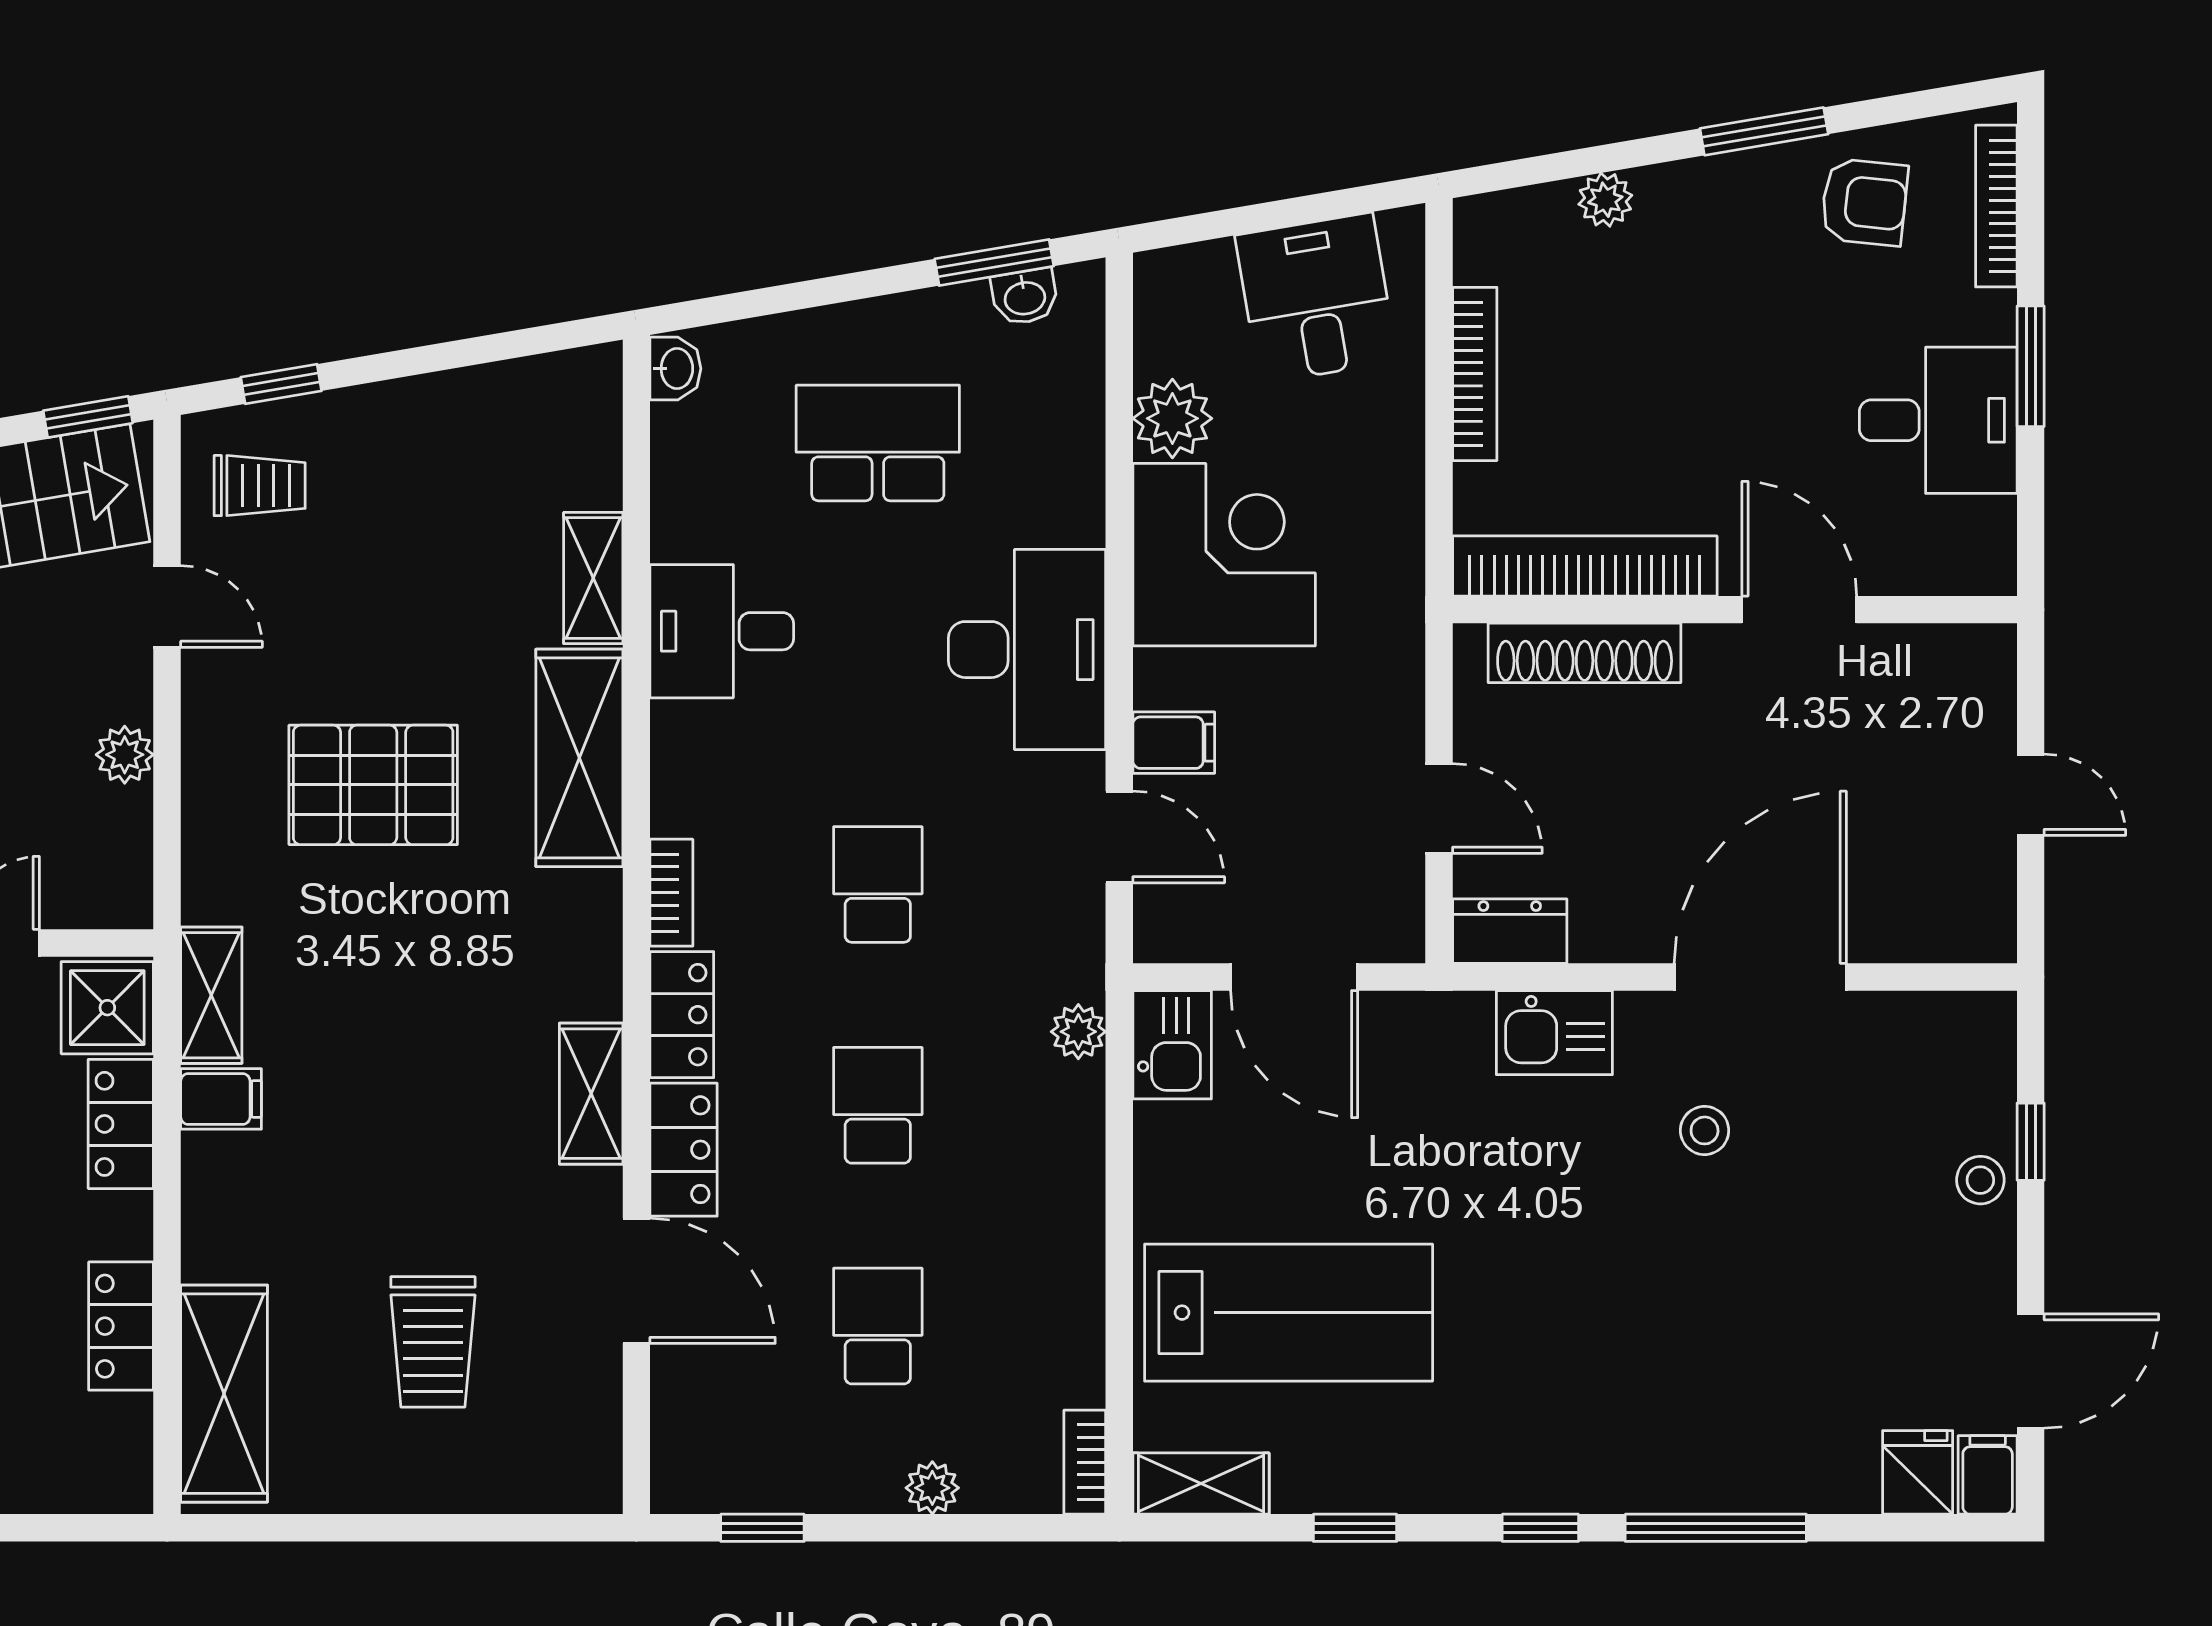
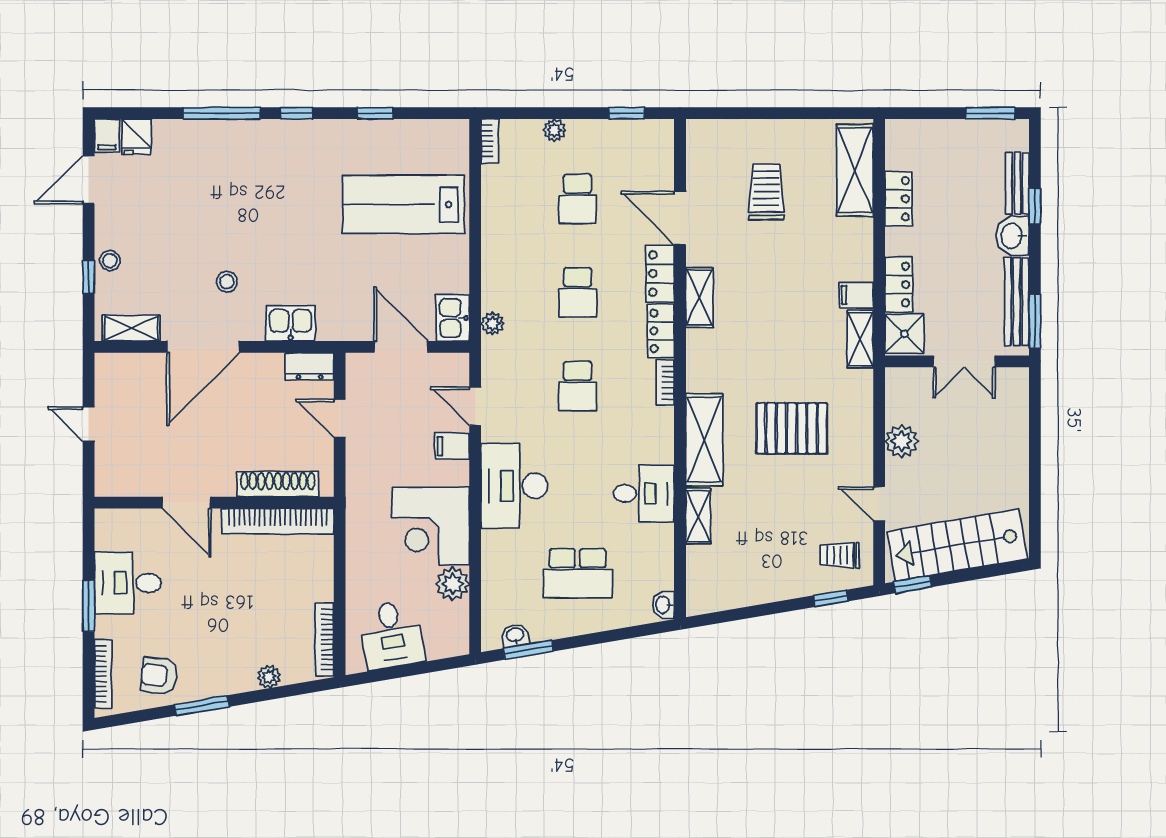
bookcase: (1475, 374) -> (324, 640), moved
plant: (125, 755) -> (902, 441), width x1.38, depth x1.38
shelving: (1201, 1484) -> (131, 328), moved

